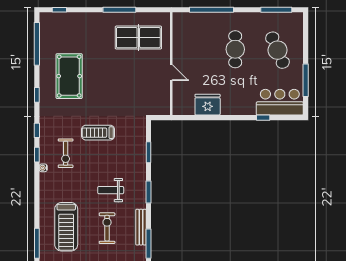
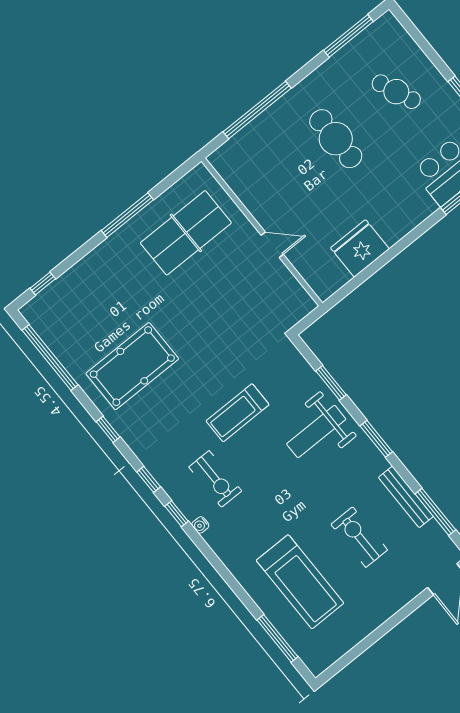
cafe table: (278, 50) -> (396, 92), width x0.73, depth x0.74
pool table: (69, 76) -> (132, 366), turned 90
weight bench: (111, 190) -> (316, 431), moved, width x1.36, depth x1.33

